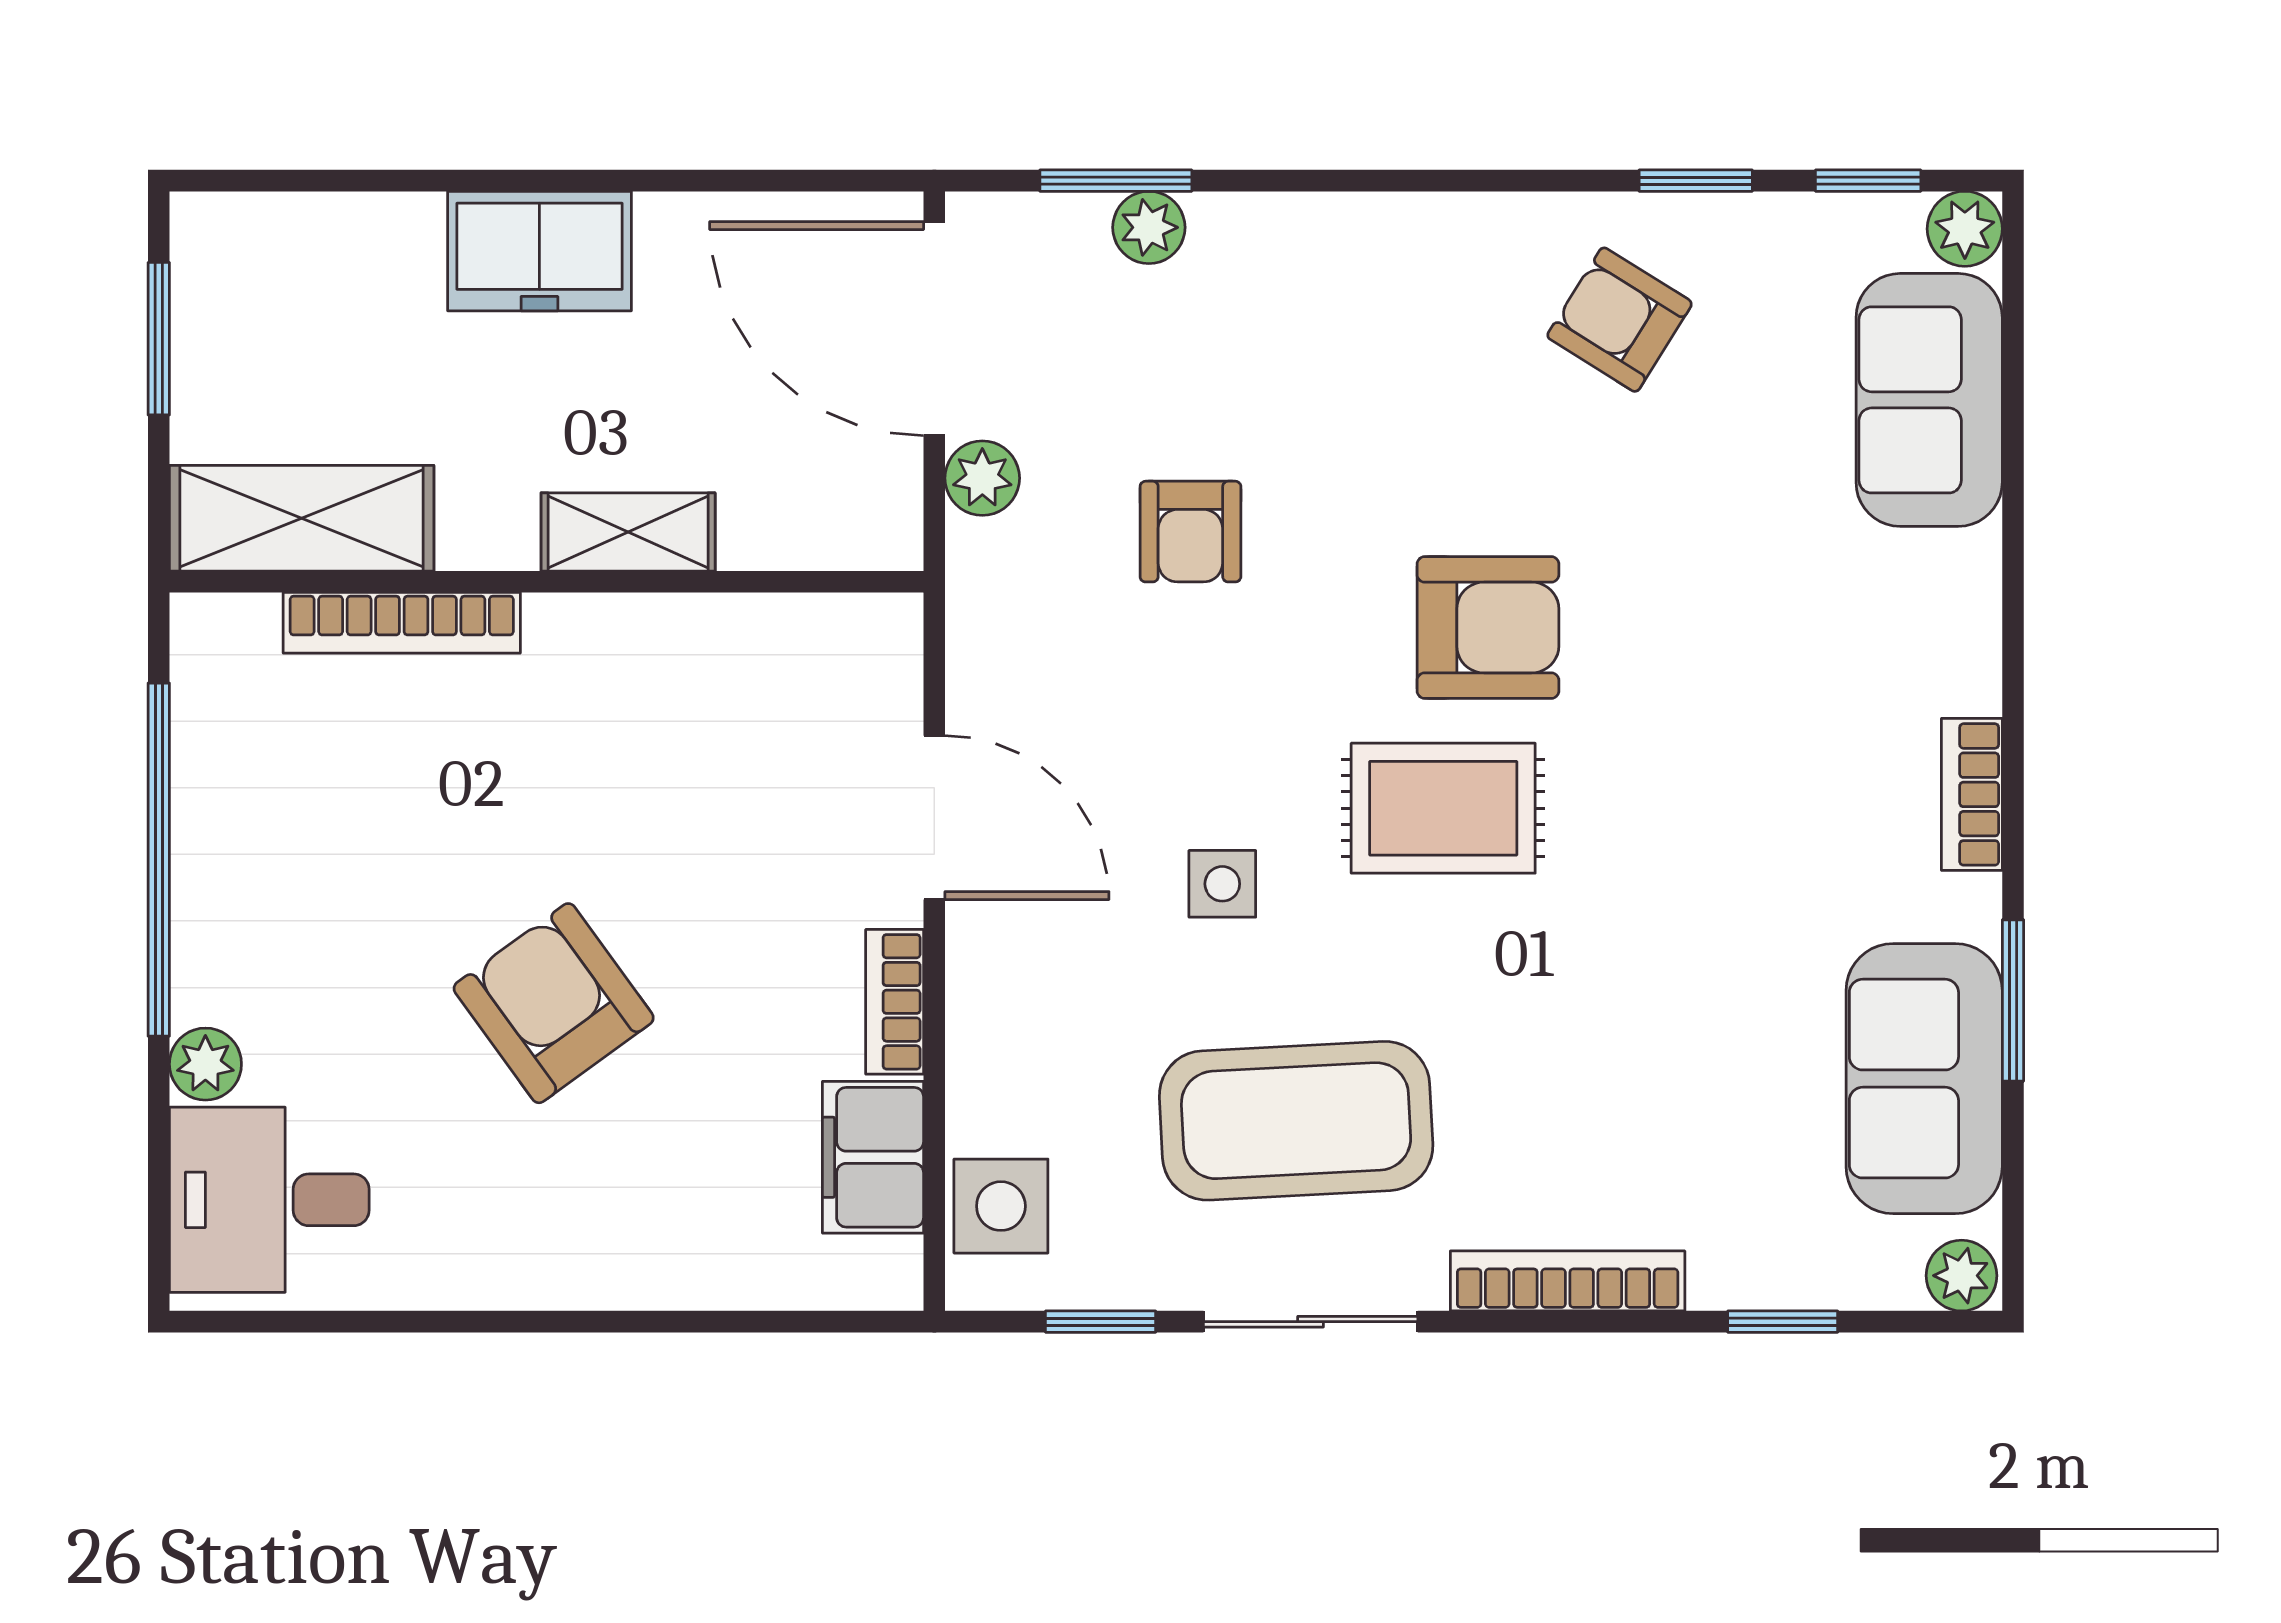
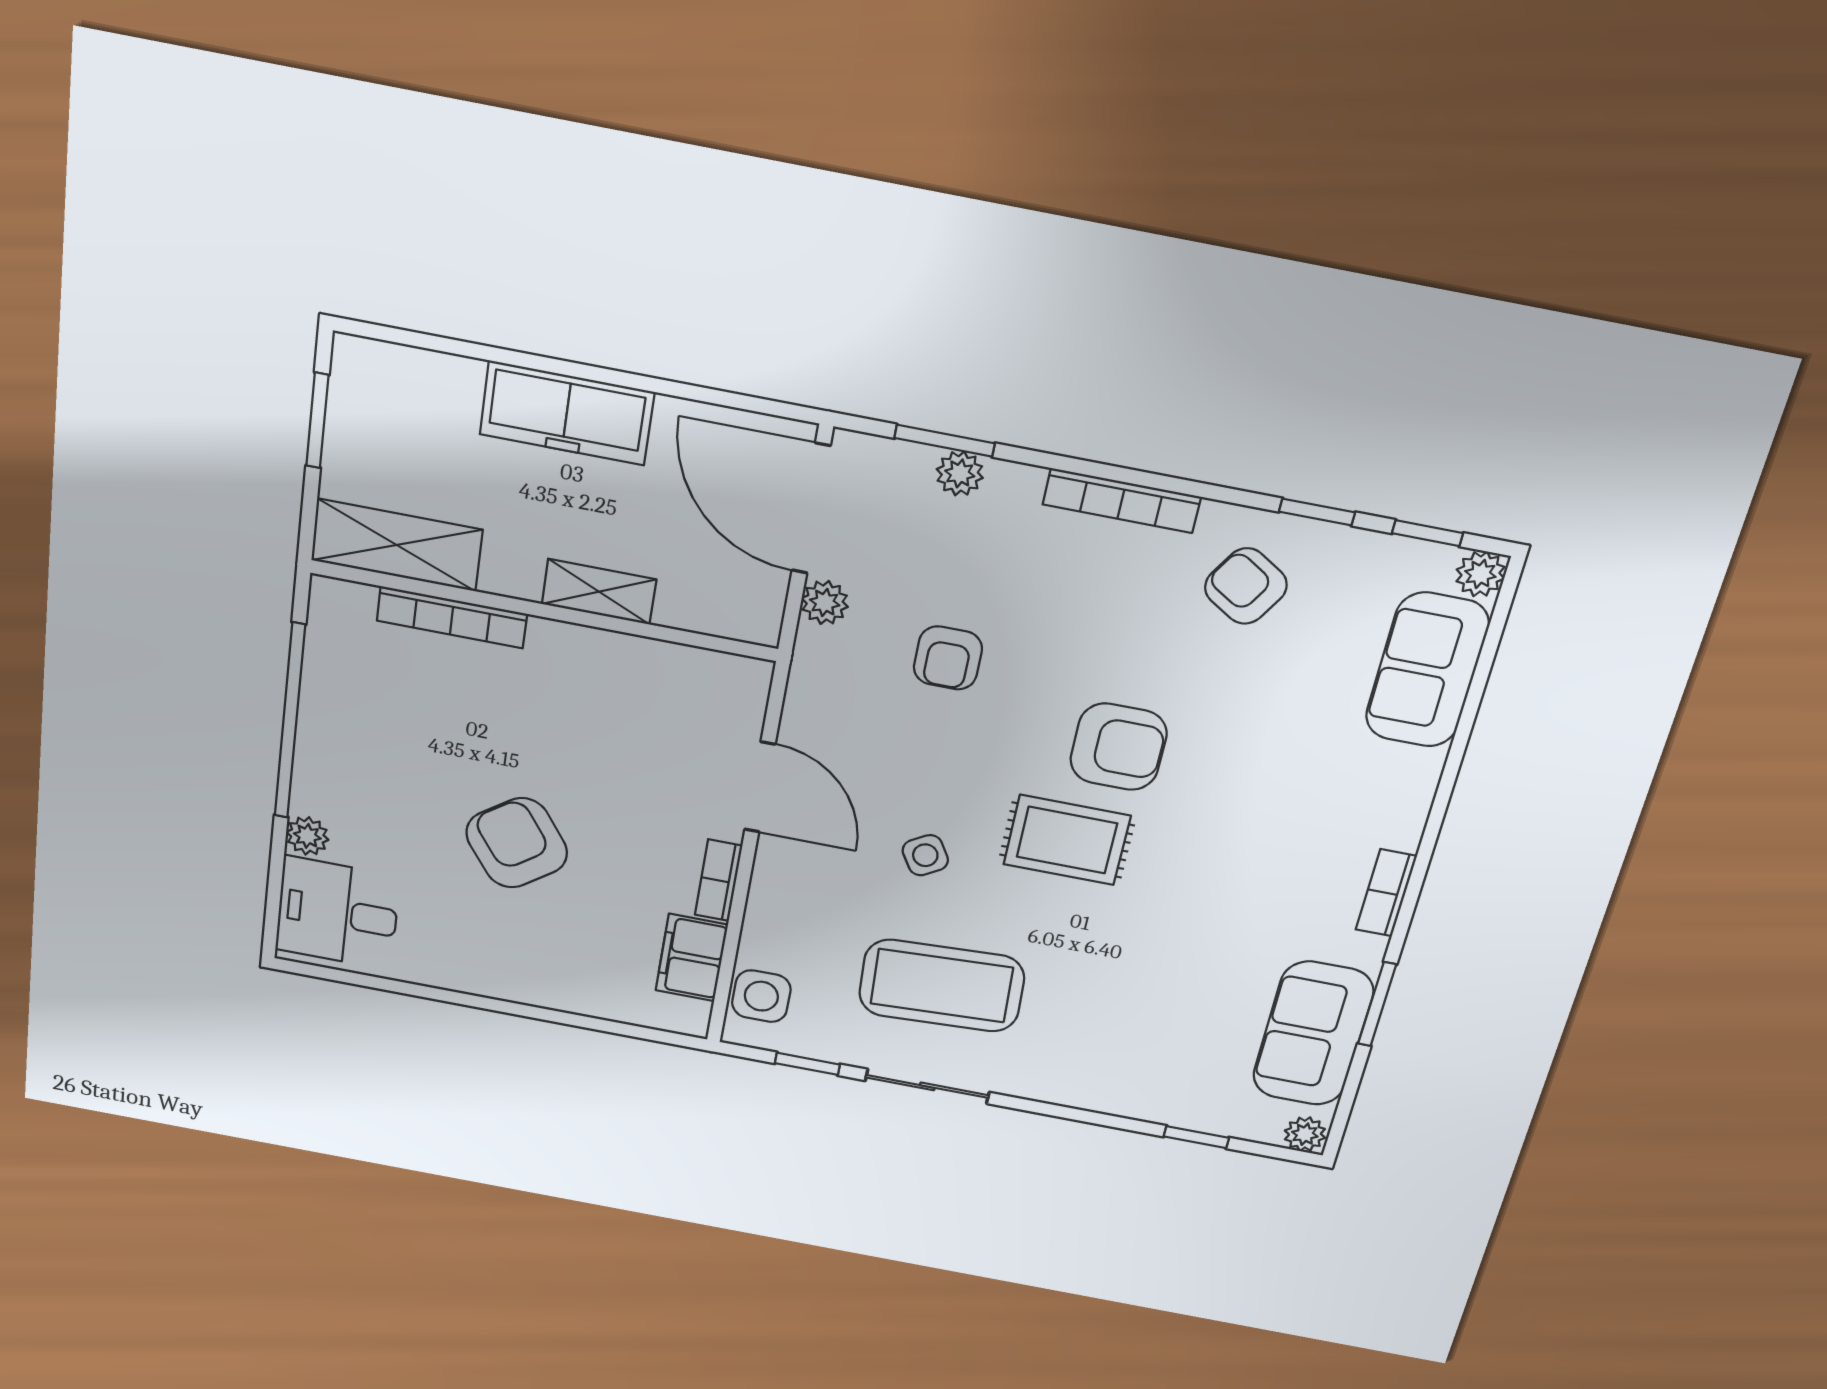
freezer: (539, 251) -> (567, 413), width x1.40
side table: (1222, 884) -> (925, 855), turned -31
bookcase: (1568, 1281) -> (1122, 501), moved, turned 180

